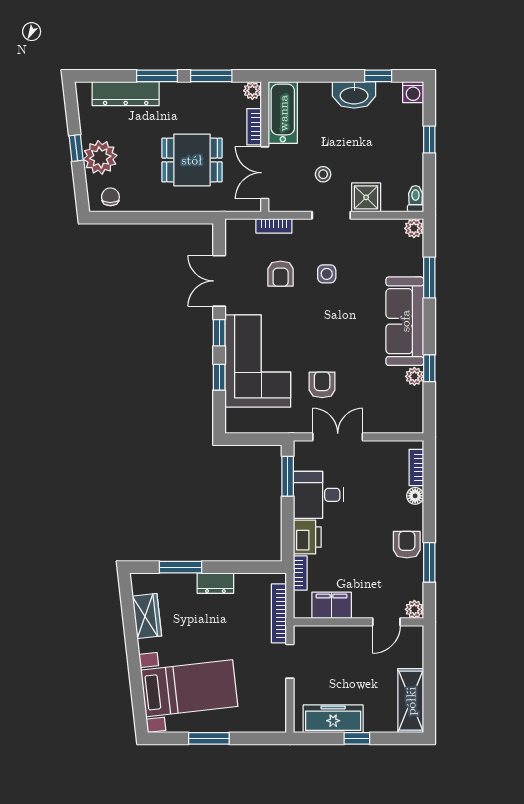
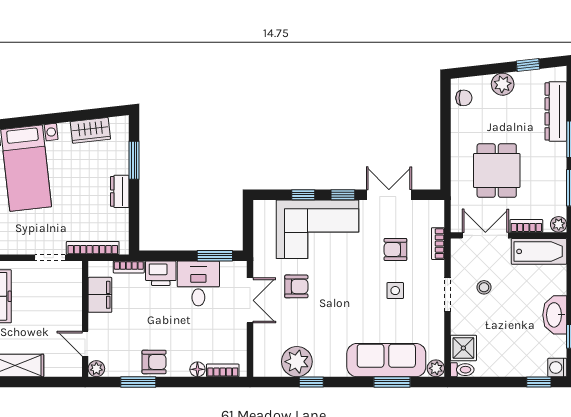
window: (429, 140) -> (539, 382), moved
window: (76, 148) -> (528, 65), moved
plant: (100, 157) -> (503, 84), width x0.73, depth x0.73
shower: (366, 197) -> (463, 348), moved
sofa: (405, 321) -> (386, 360), moved
plant: (414, 376) -> (297, 362), width x1.88, depth x1.88

